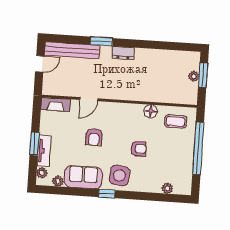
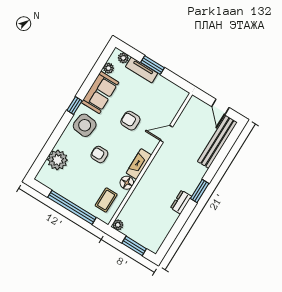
window: (101, 41) -> (200, 191), moved
dresser: (123, 53) -> (181, 202), moved
plant: (194, 76) -> (118, 225), moved
door: (89, 99) -> (166, 134), hinge flipped
fireplace: (56, 105) -> (139, 164), moved
armchair: (138, 149) -> (99, 154), turned 90
plant: (167, 188) -> (58, 160), width x1.88, depth x1.88

